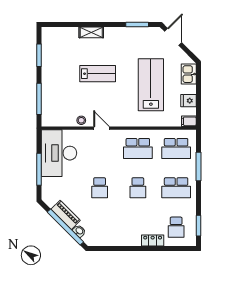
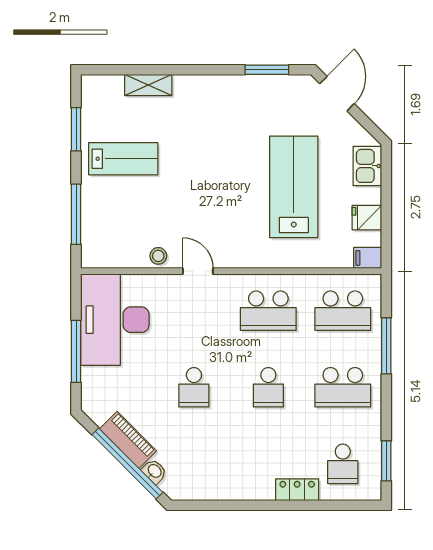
shelving: (91, 32) -> (148, 85), moved
lab bench: (98, 74) -> (123, 159), moved

